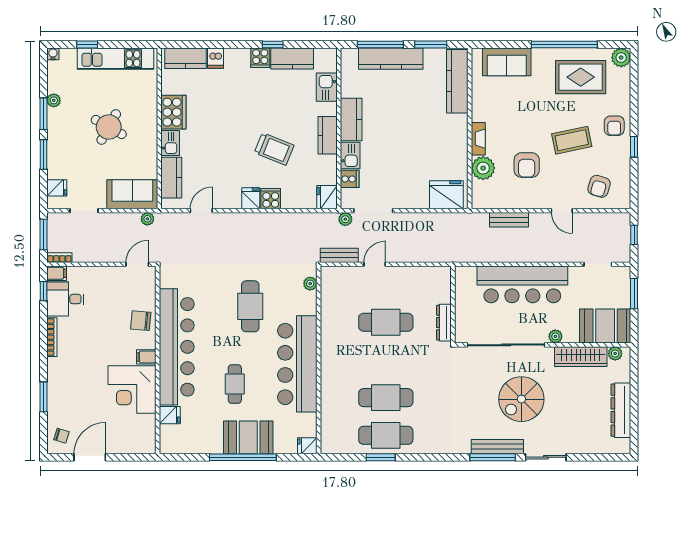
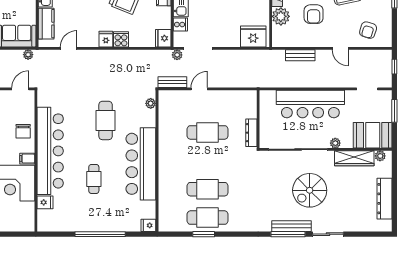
chair: (141, 321) -> (23, 131), turned -95
booth: (248, 437) -> (104, 219), removed

